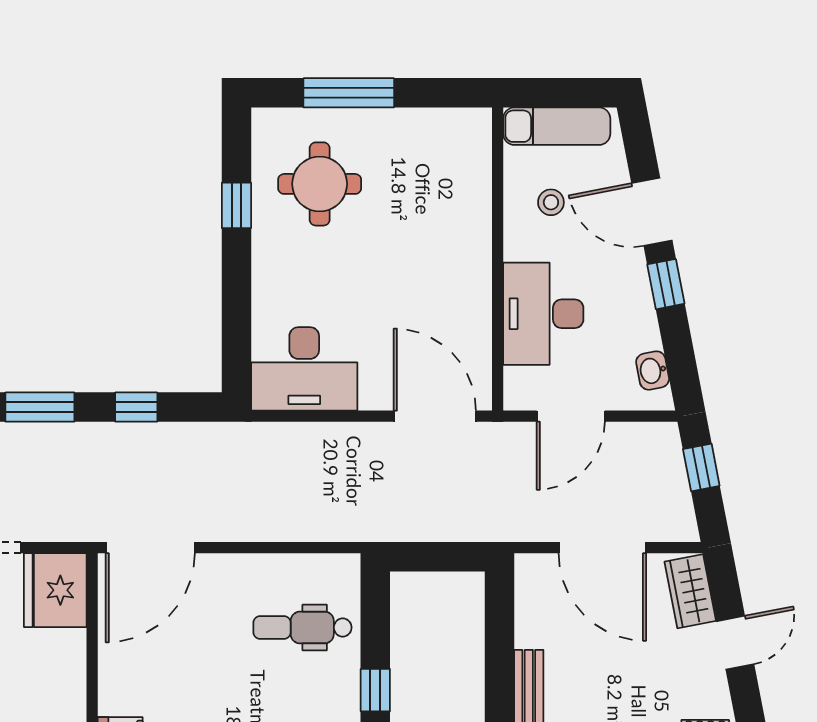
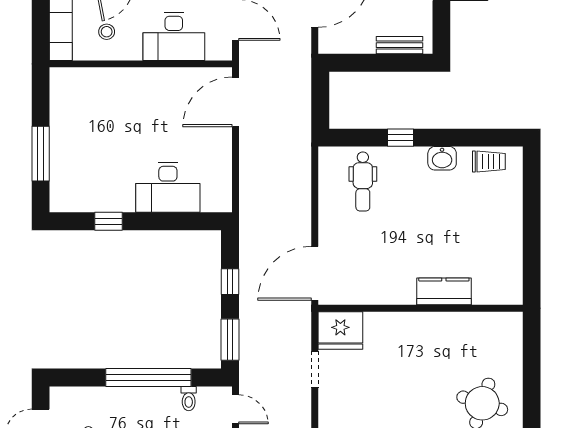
round table: (320, 184) -> (96, 171), removed
desk: (304, 369) -> (168, 187), moved, turned 90
door: (150, 548) -> (315, 273), swing flipped

